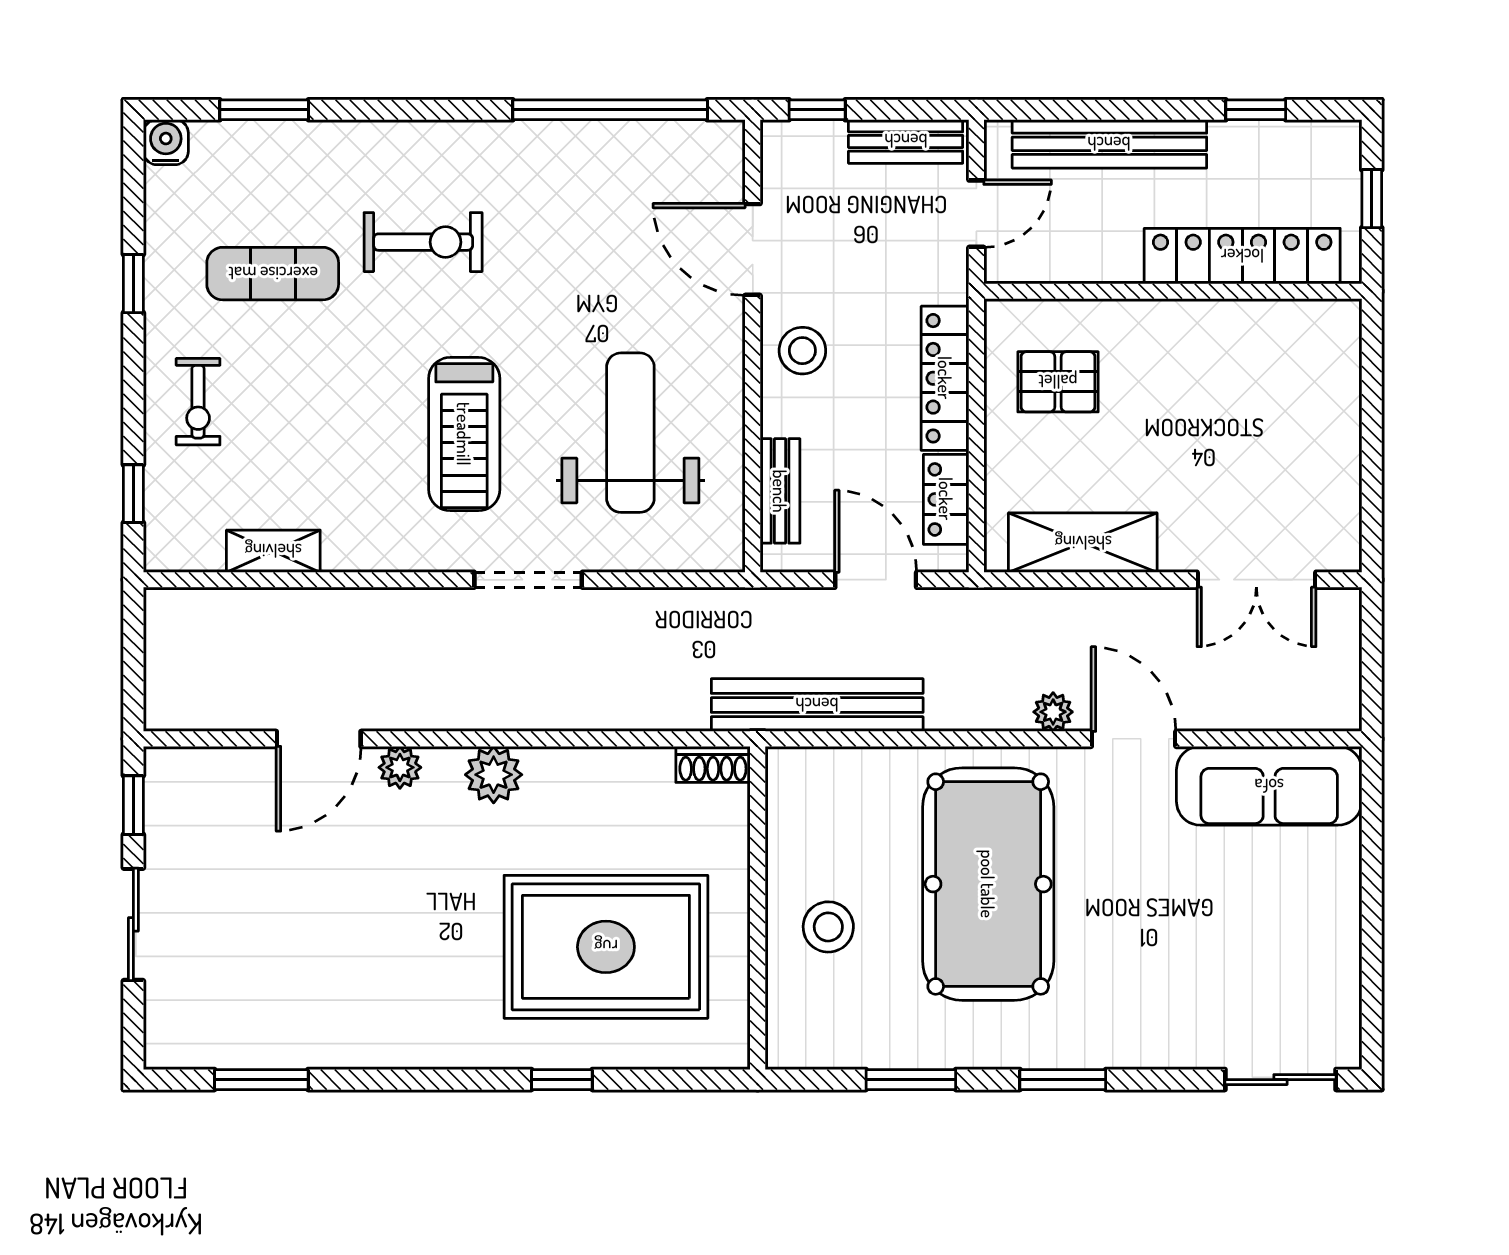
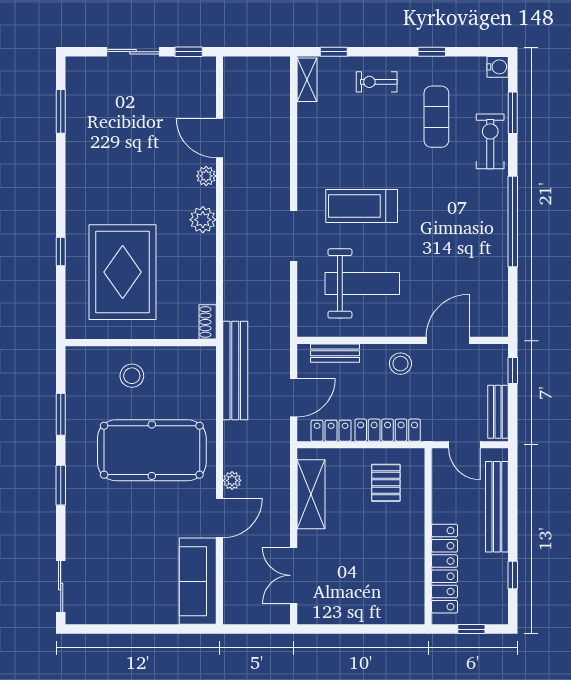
window: (610, 110) -> (513, 222), moved
exercise bike: (423, 242) -> (490, 141), moved, turned 180
shelving: (273, 551) -> (307, 80), moved

